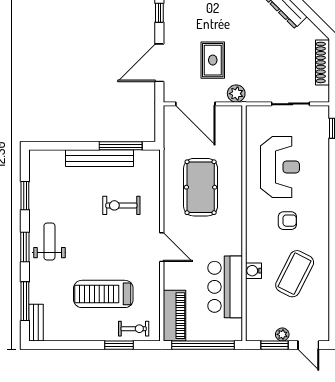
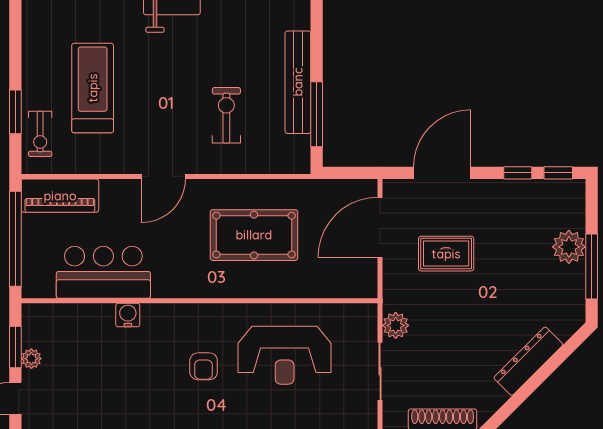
door: (159, 63) -> (442, 173), hinge flipped
plant: (236, 94) -> (396, 325), moved
coffee table: (295, 274) -> (123, 377), removed

